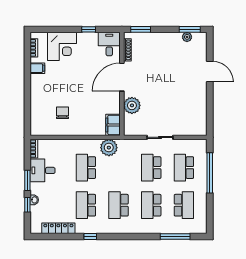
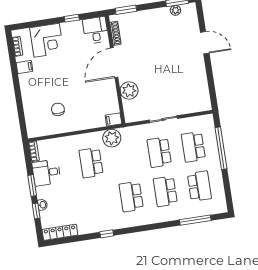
filing cabinet: (113, 125) -> (113, 119), width x0.50
school desk: (86, 205) -> (97, 202), removed
locker: (58, 228) -> (60, 232), moved

